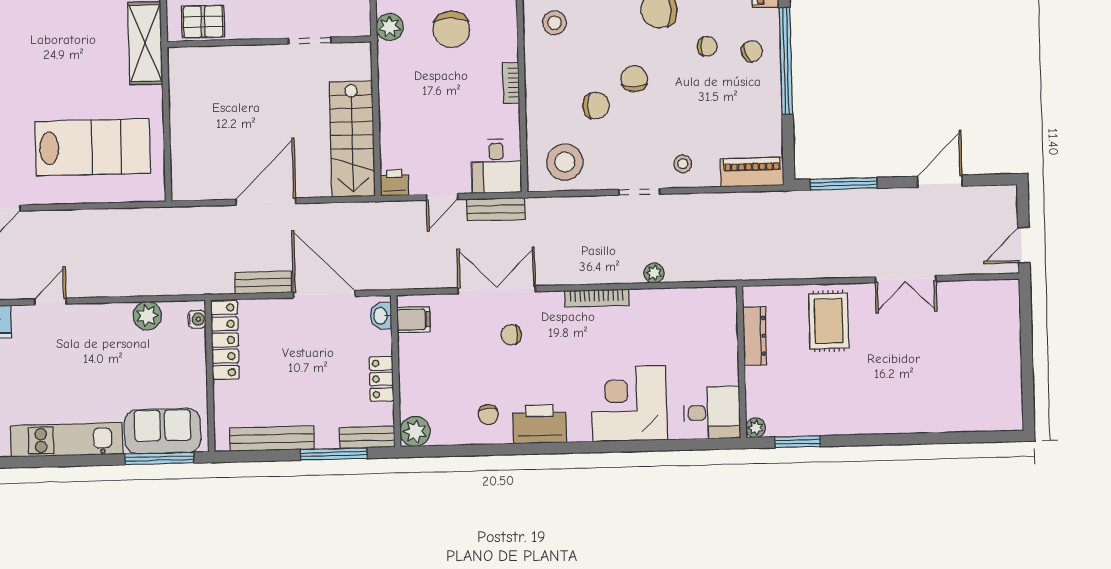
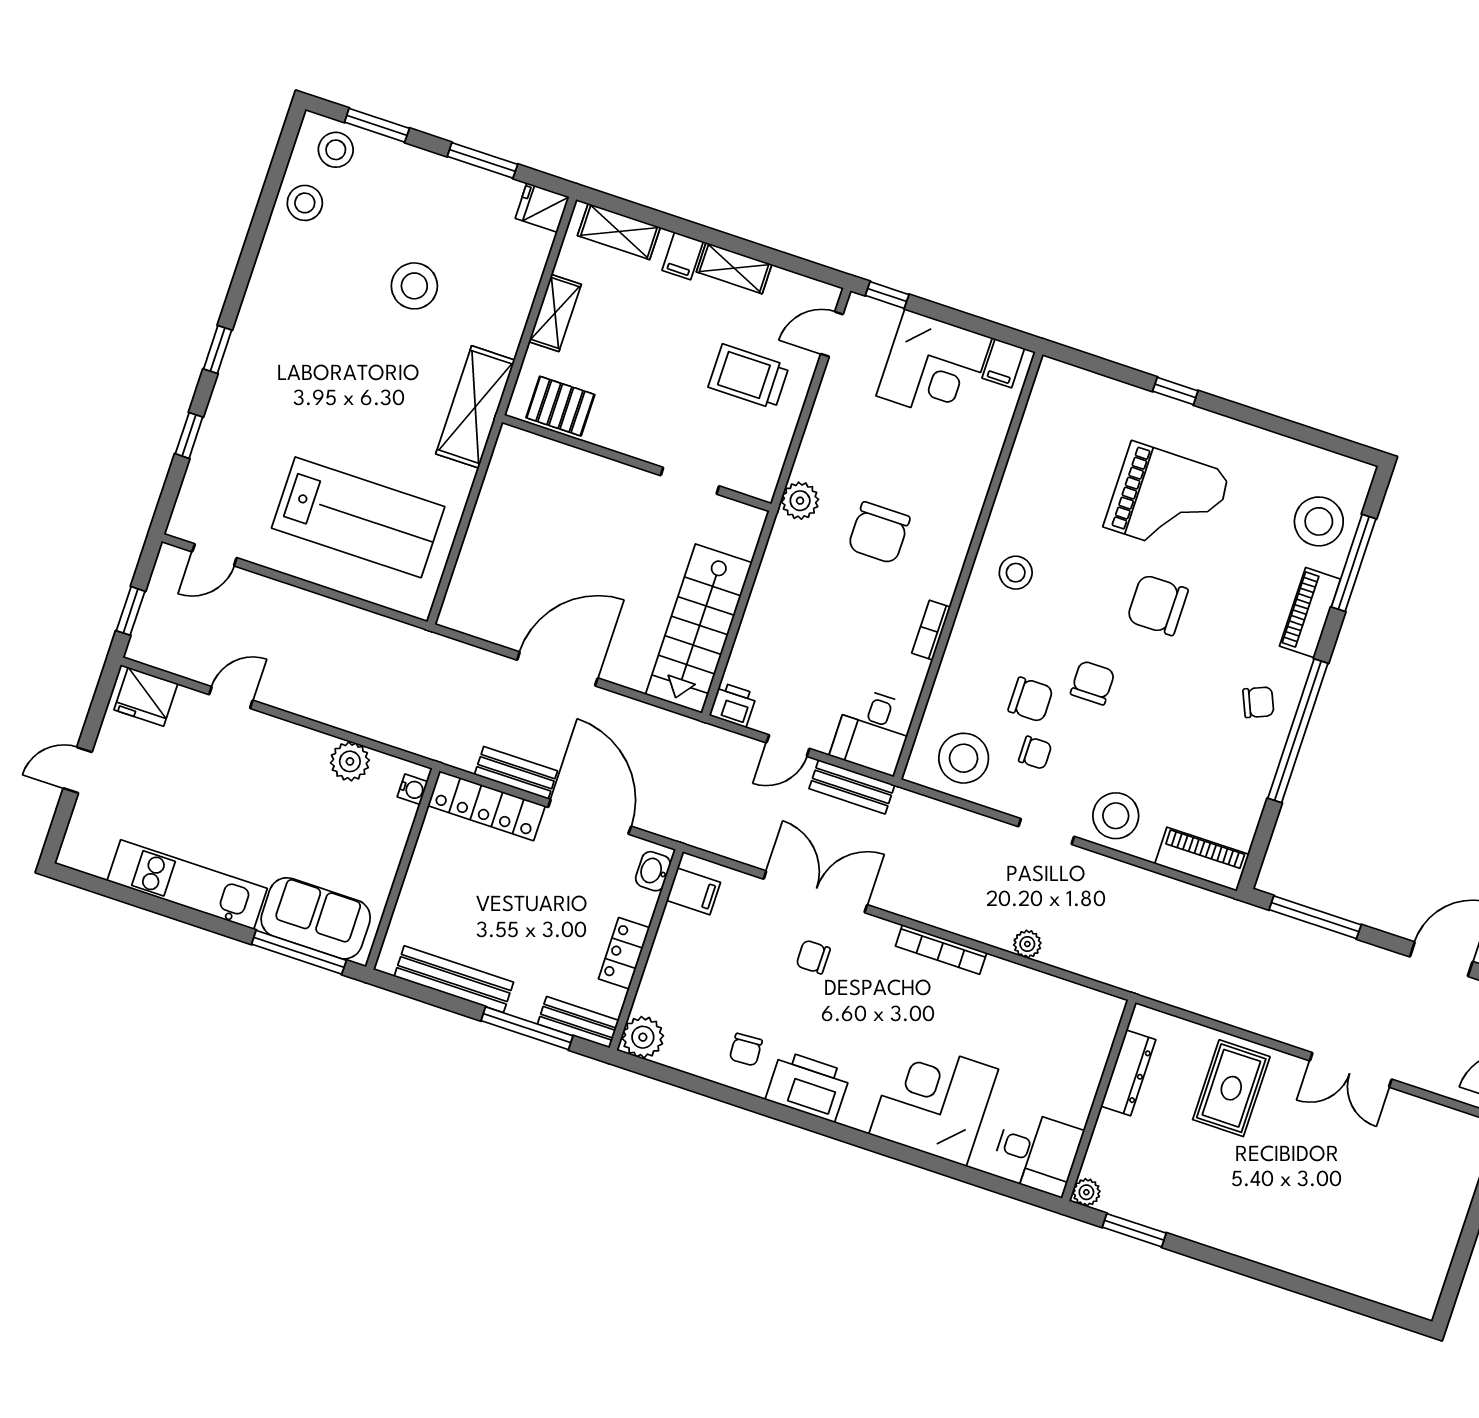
chair: (707, 46) -> (1035, 753), moved
stool: (683, 164) -> (1116, 816), width x1.89, depth x1.89
locker: (225, 340) -> (486, 806), moved, turned 90

